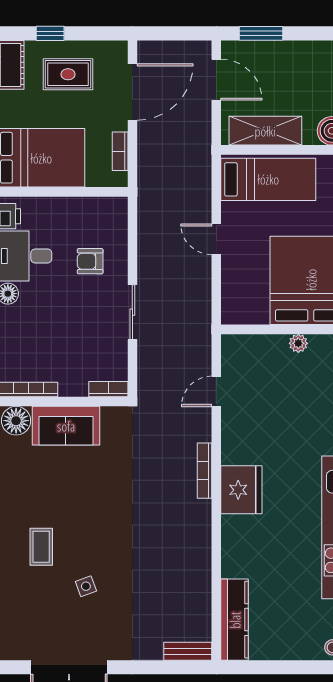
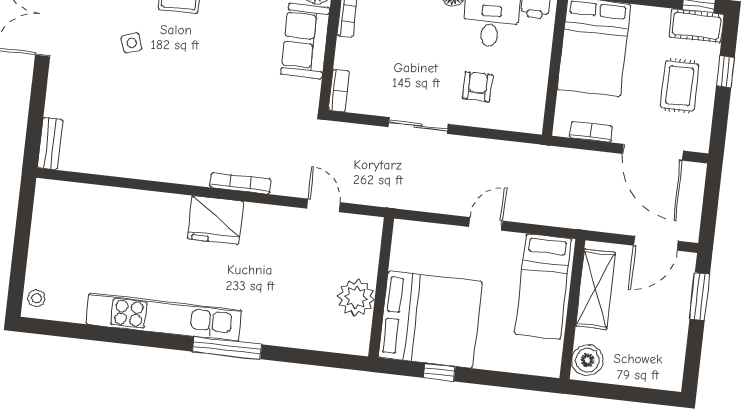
plant: (298, 343) -> (356, 298), width x1.88, depth x1.88
kitchen counter: (235, 620) -> (78, 197), removed

